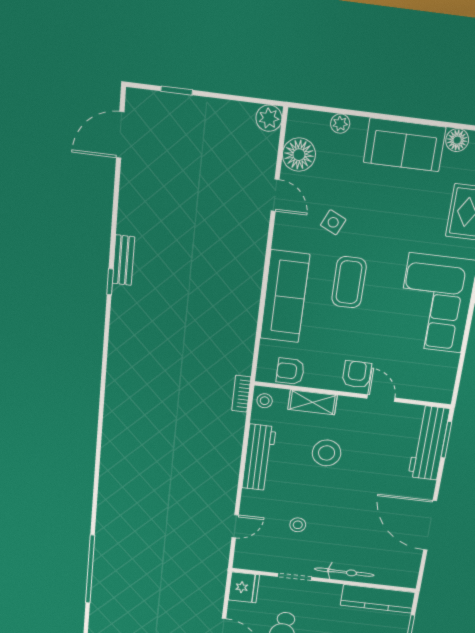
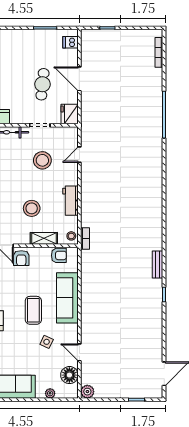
bench: (123, 260) -> (158, 265), moved
workbench: (259, 458) -> (70, 201), width x0.73
stool: (298, 525) -> (42, 160), width x1.89, depth x1.89

